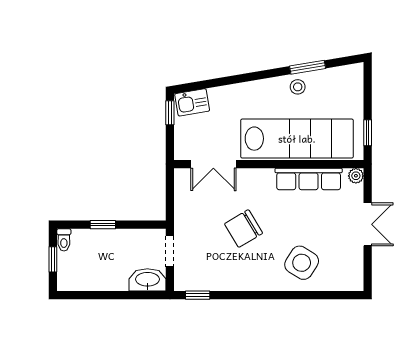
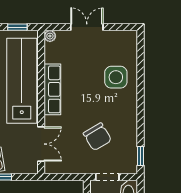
row of seats: (309, 179) -> (52, 89), moved
chair: (243, 229) -> (97, 137), moved
side table: (302, 263) -> (116, 77), turned -32

